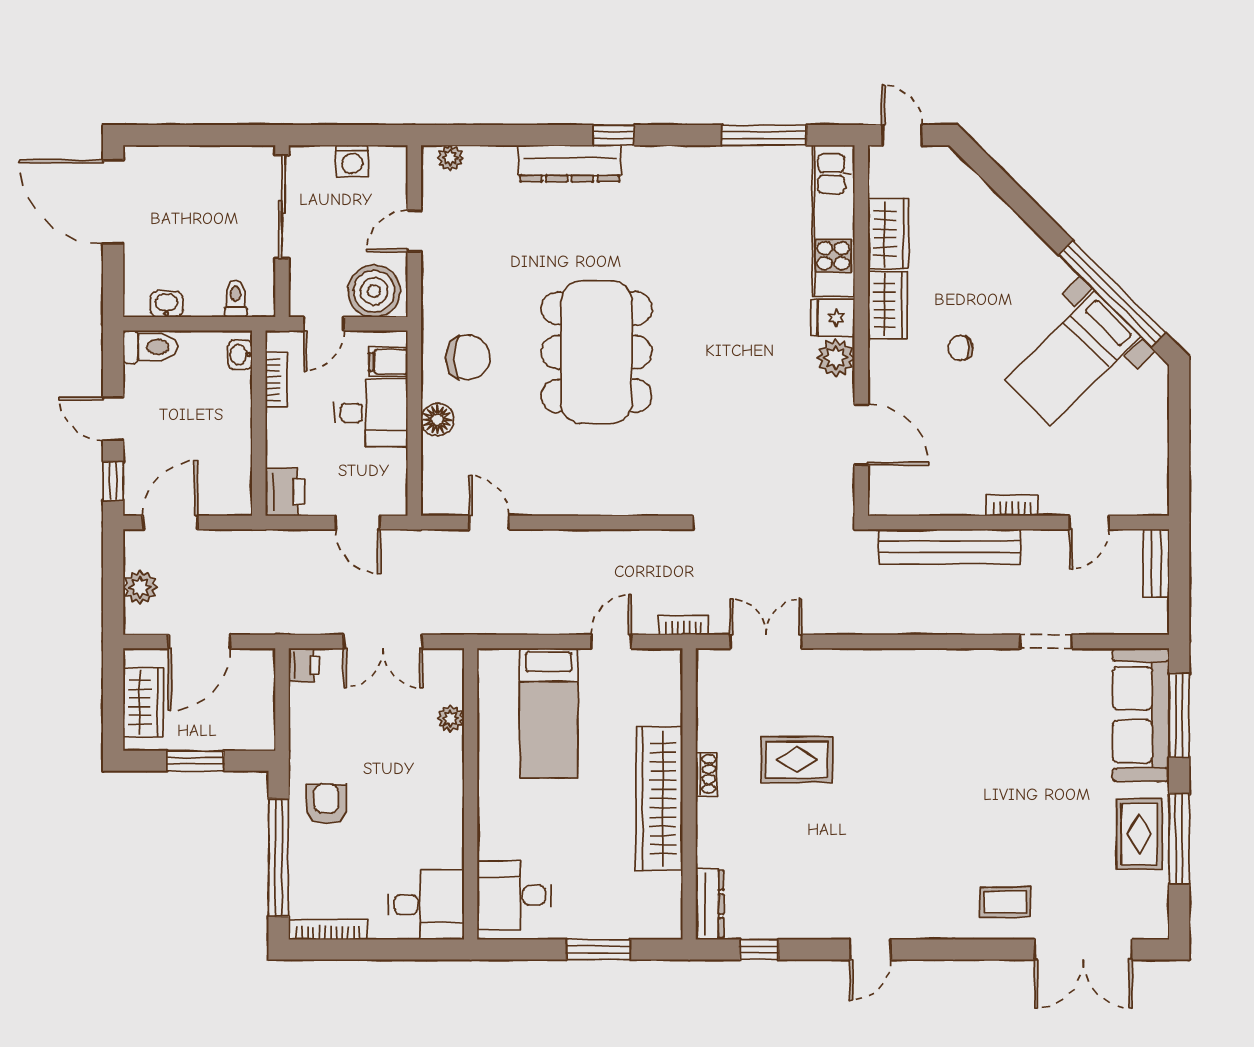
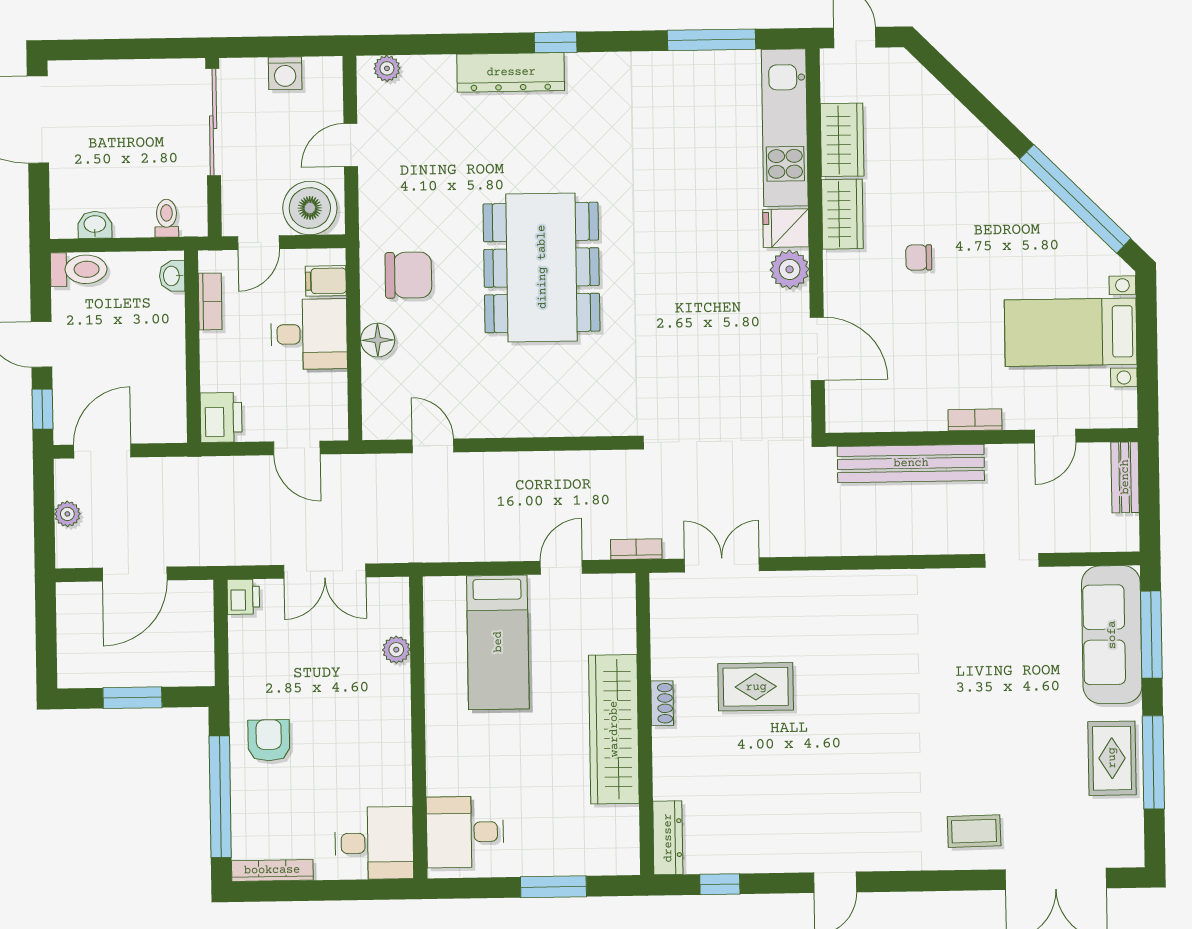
bed with nightstands: (1073, 358) -> (1071, 332), moved, turned 45
plant: (140, 587) -> (67, 514), width x0.73, depth x0.73
wardrobe: (143, 702) -> (77, 638), removed

